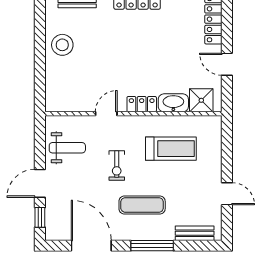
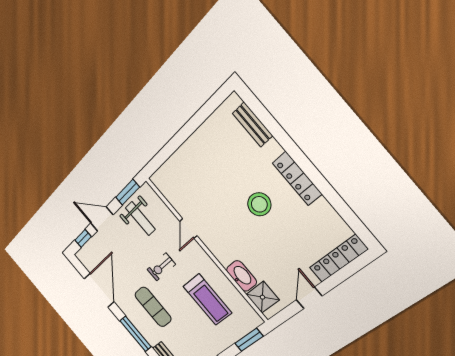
stool: (62, 45) -> (259, 204), moved
locker: (142, 104) -> (219, 251), removed
door: (106, 114) -> (188, 228), swing flipped
window: (40, 139) -> (128, 192), added
window: (227, 142) -> (249, 340), added

